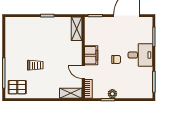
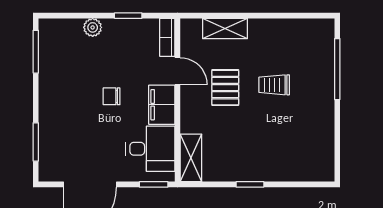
desk: (140, 55) -> (150, 149), moved, turned 180
pallet: (17, 87) -> (225, 88), moved, turned 90
shelving: (71, 93) -> (225, 28), moved
plant: (112, 94) -> (93, 27), moved

